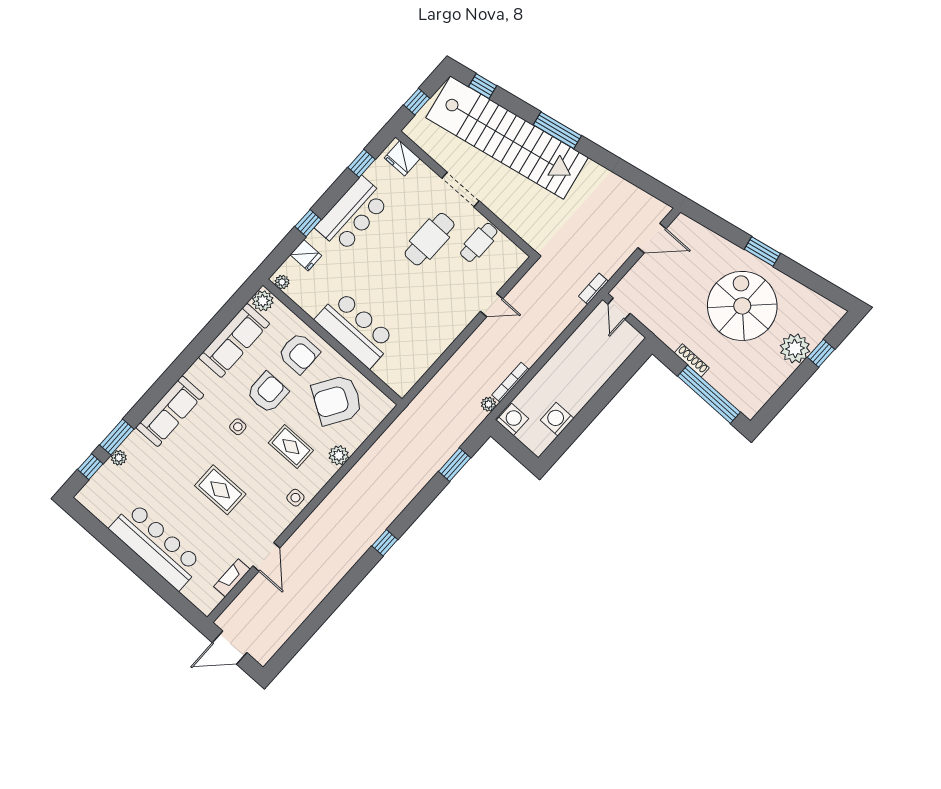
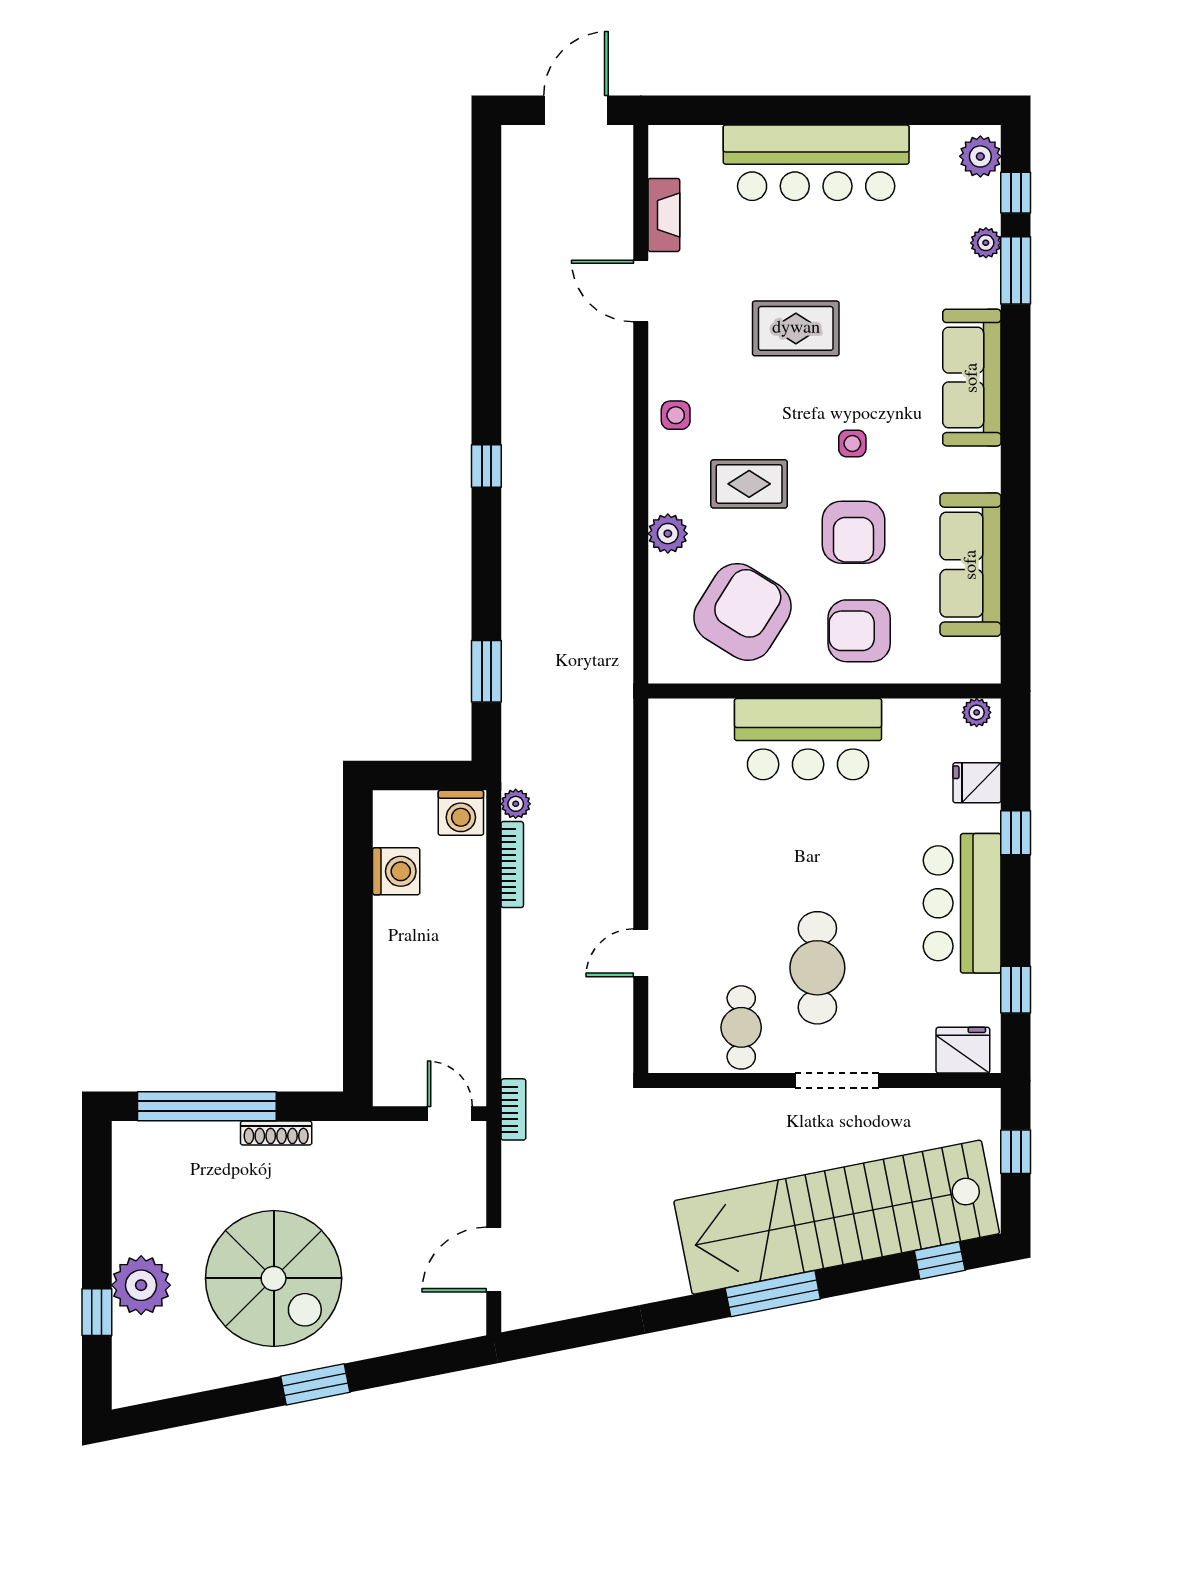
plant: (263, 301) -> (980, 156), moved

